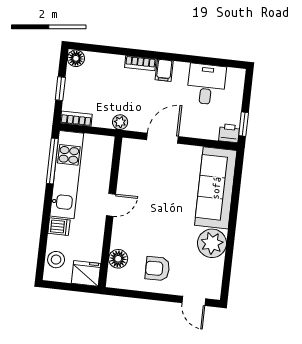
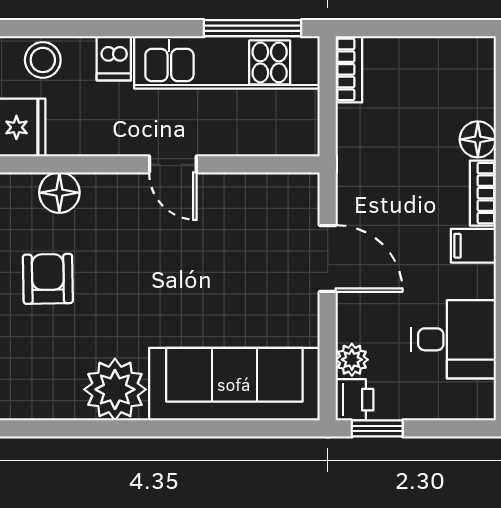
floor lamp: (76, 58) -> (478, 139), moved
window: (60, 89) -> (409, 28), removed
plant: (120, 122) -> (352, 360), moved

